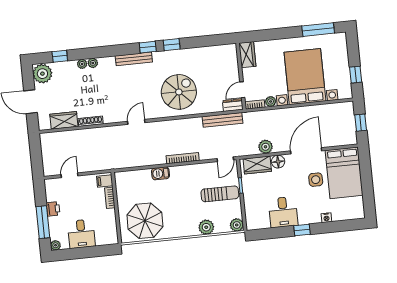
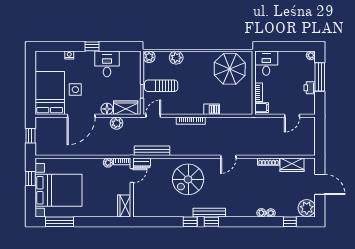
bench: (134, 59) -> (209, 213), moved
bed with nightstands: (305, 77) -> (58, 190), moved, turned -90
desk: (81, 234) -> (266, 63), moved

